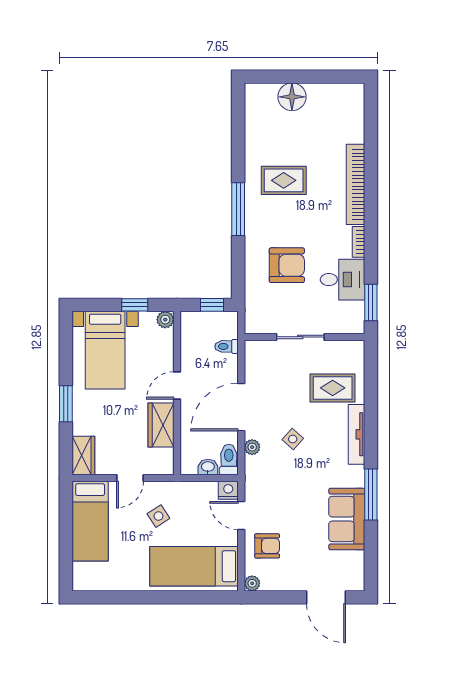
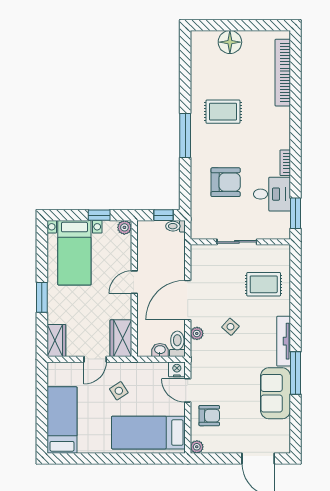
bookcase: (356, 184) -> (283, 73), moved
toilet: (227, 346) -> (175, 226), moved
wardrobe: (161, 425) -> (121, 338), moved
tv unit: (357, 434) -> (284, 341), moved
bed: (90, 521) -> (62, 420), moved, turned 180

